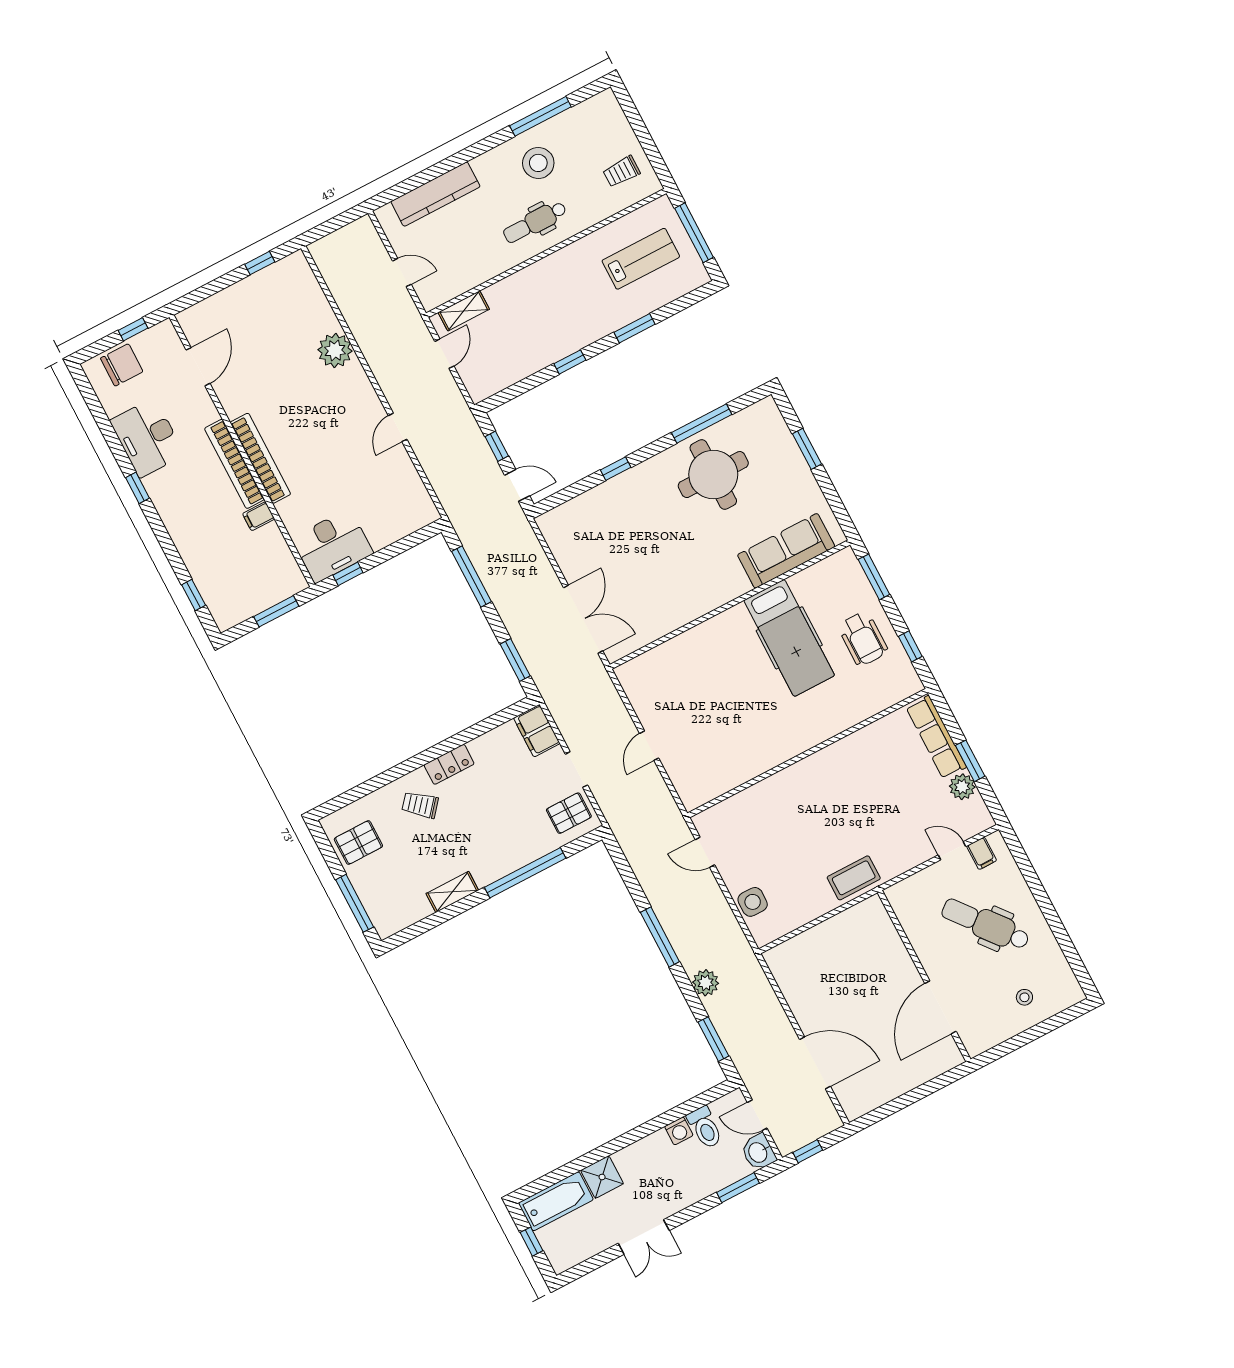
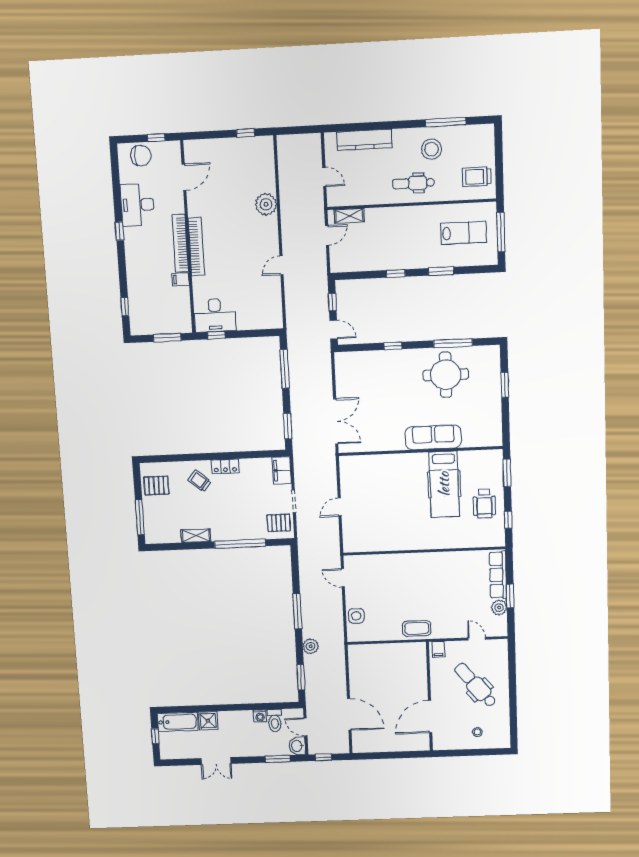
trolley: (622, 171) -> (477, 177), width x1.36, depth x1.39
sofa: (786, 551) -> (433, 437), moved
filing cabinet: (982, 853) -> (438, 649), moved

